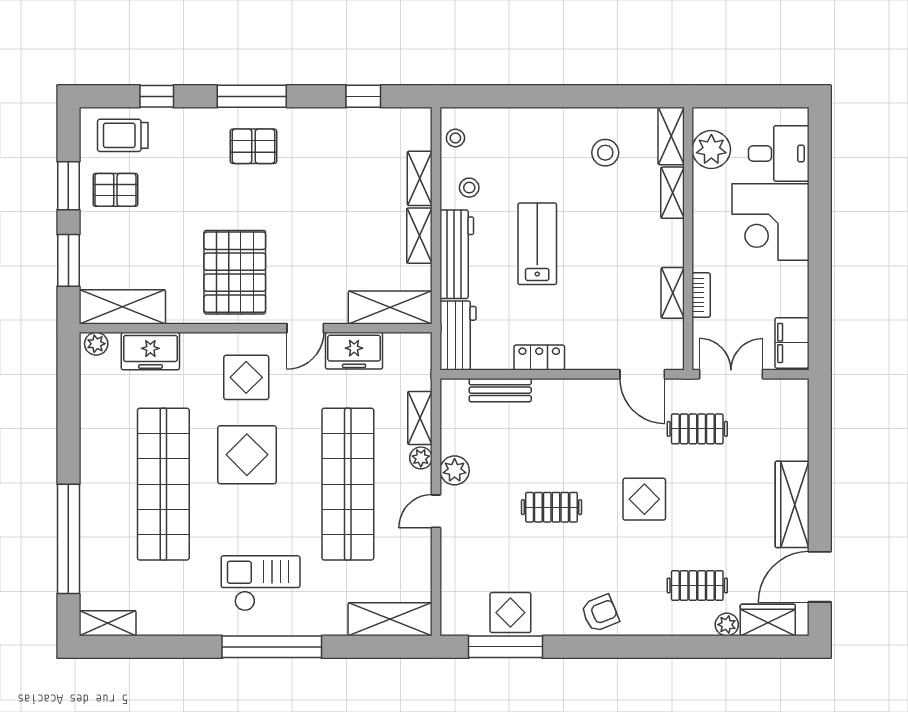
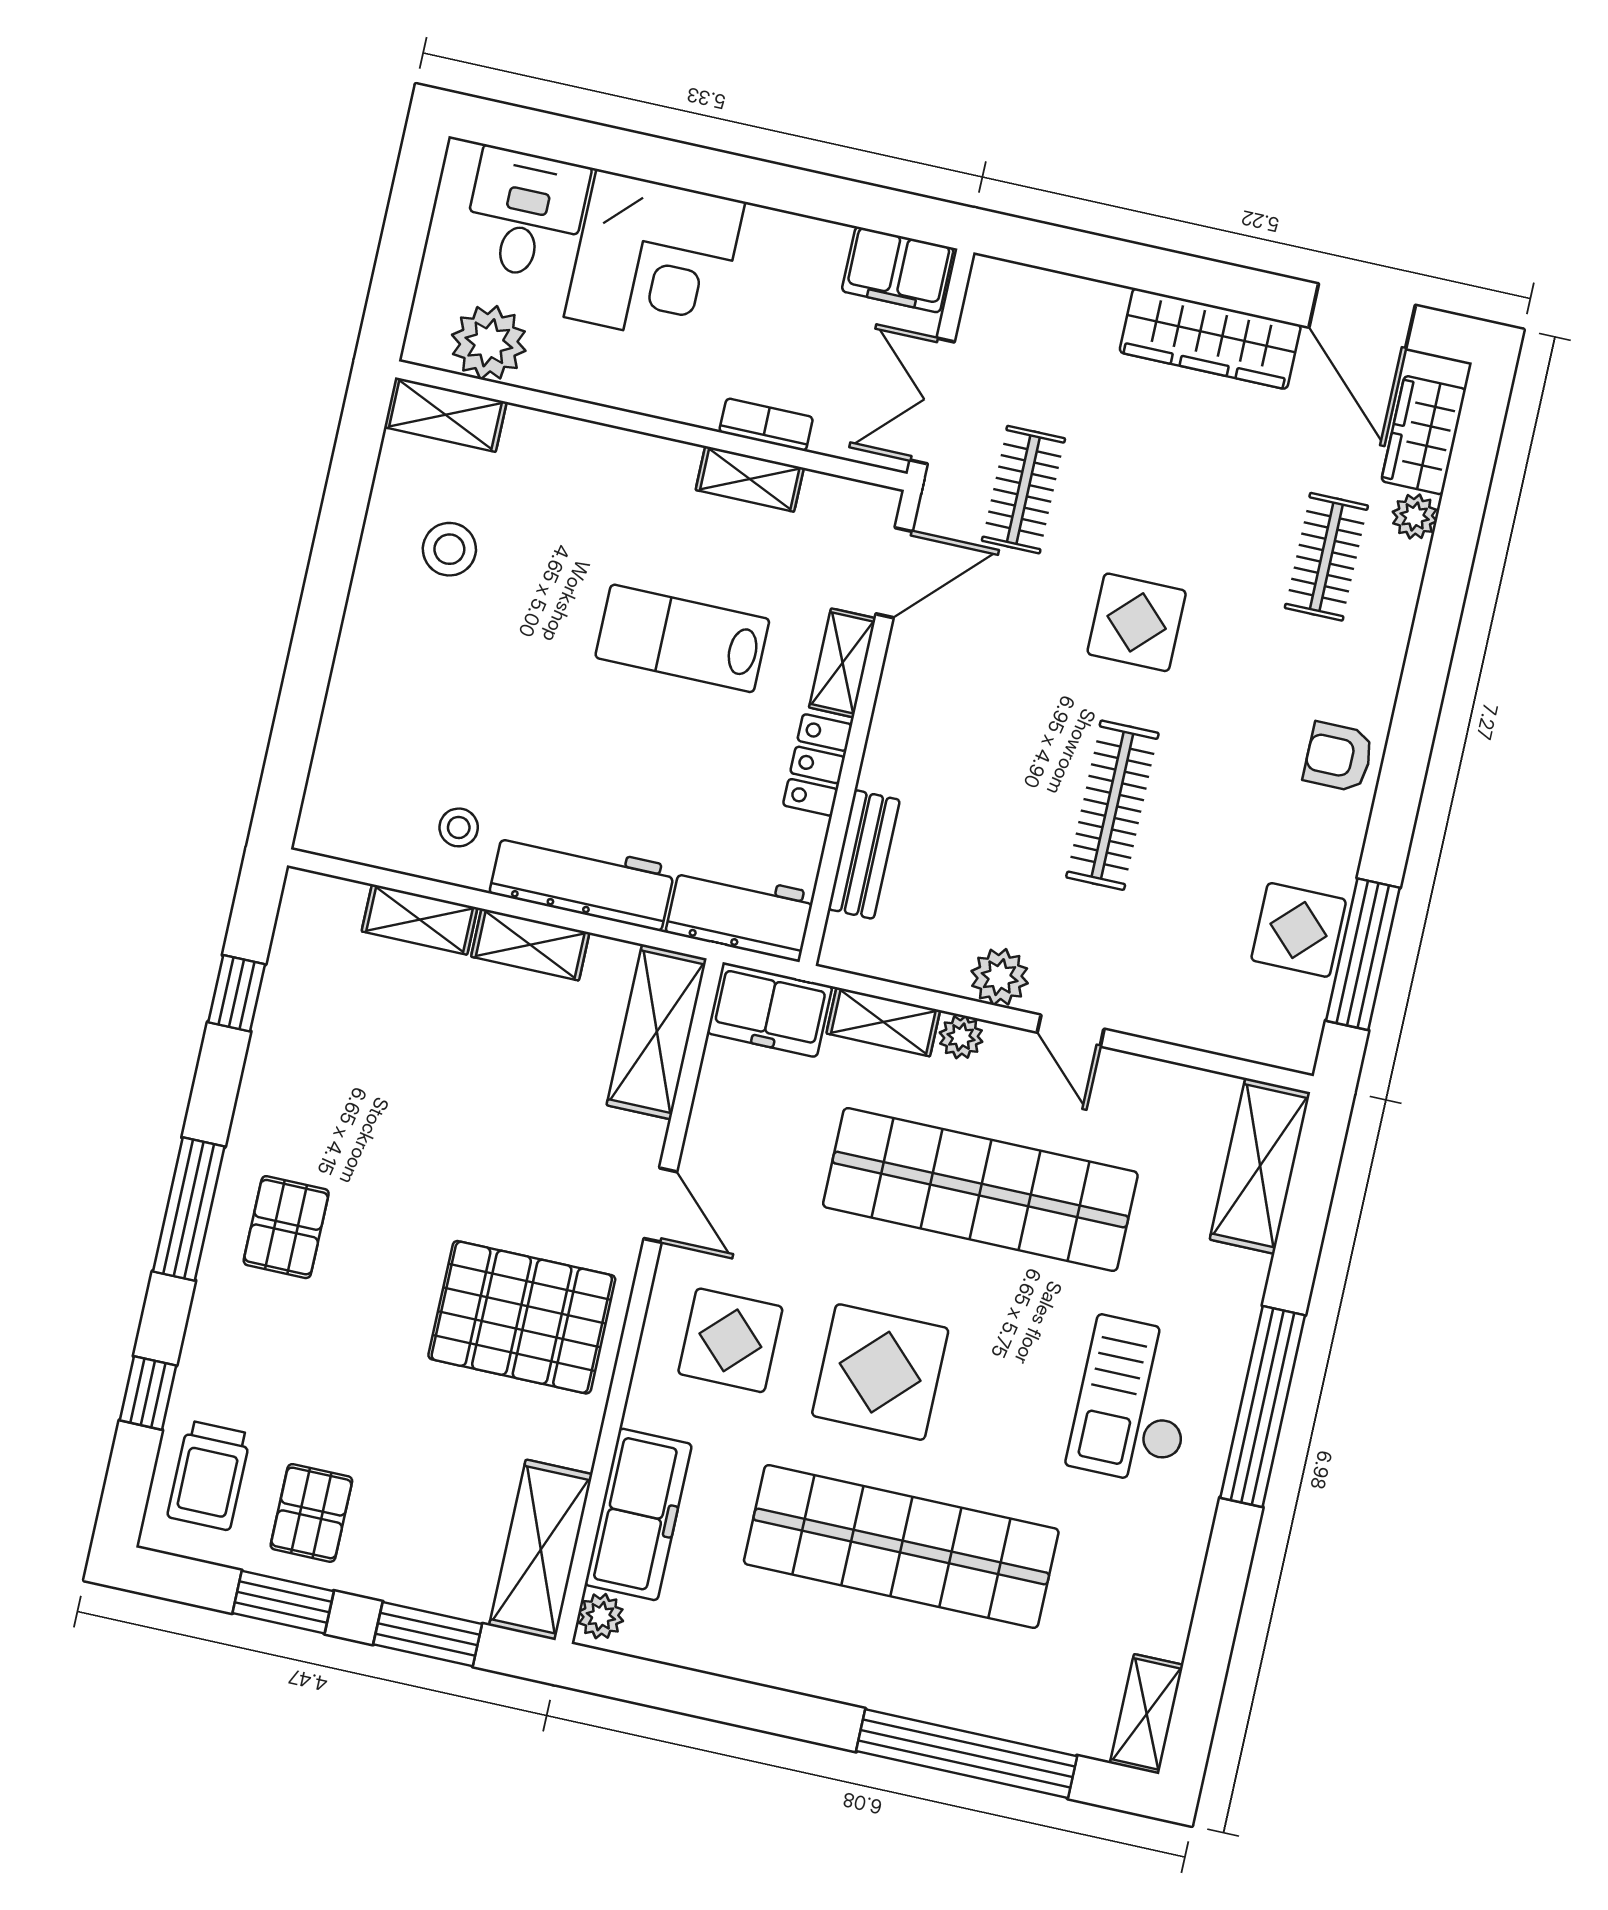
stool: (455, 138) -> (357, 833), removed
shelving: (673, 193) -> (842, 663), moved, turned 90
lab bench: (537, 244) -> (682, 638), moved
freezer: (150, 351) -> (638, 1514), width x1.40
freezer: (354, 351) -> (770, 1010), moved, turned 90
clothes rail: (552, 507) -> (1112, 805), width x1.36
armchair: (600, 613) -> (1338, 757), turned -68

